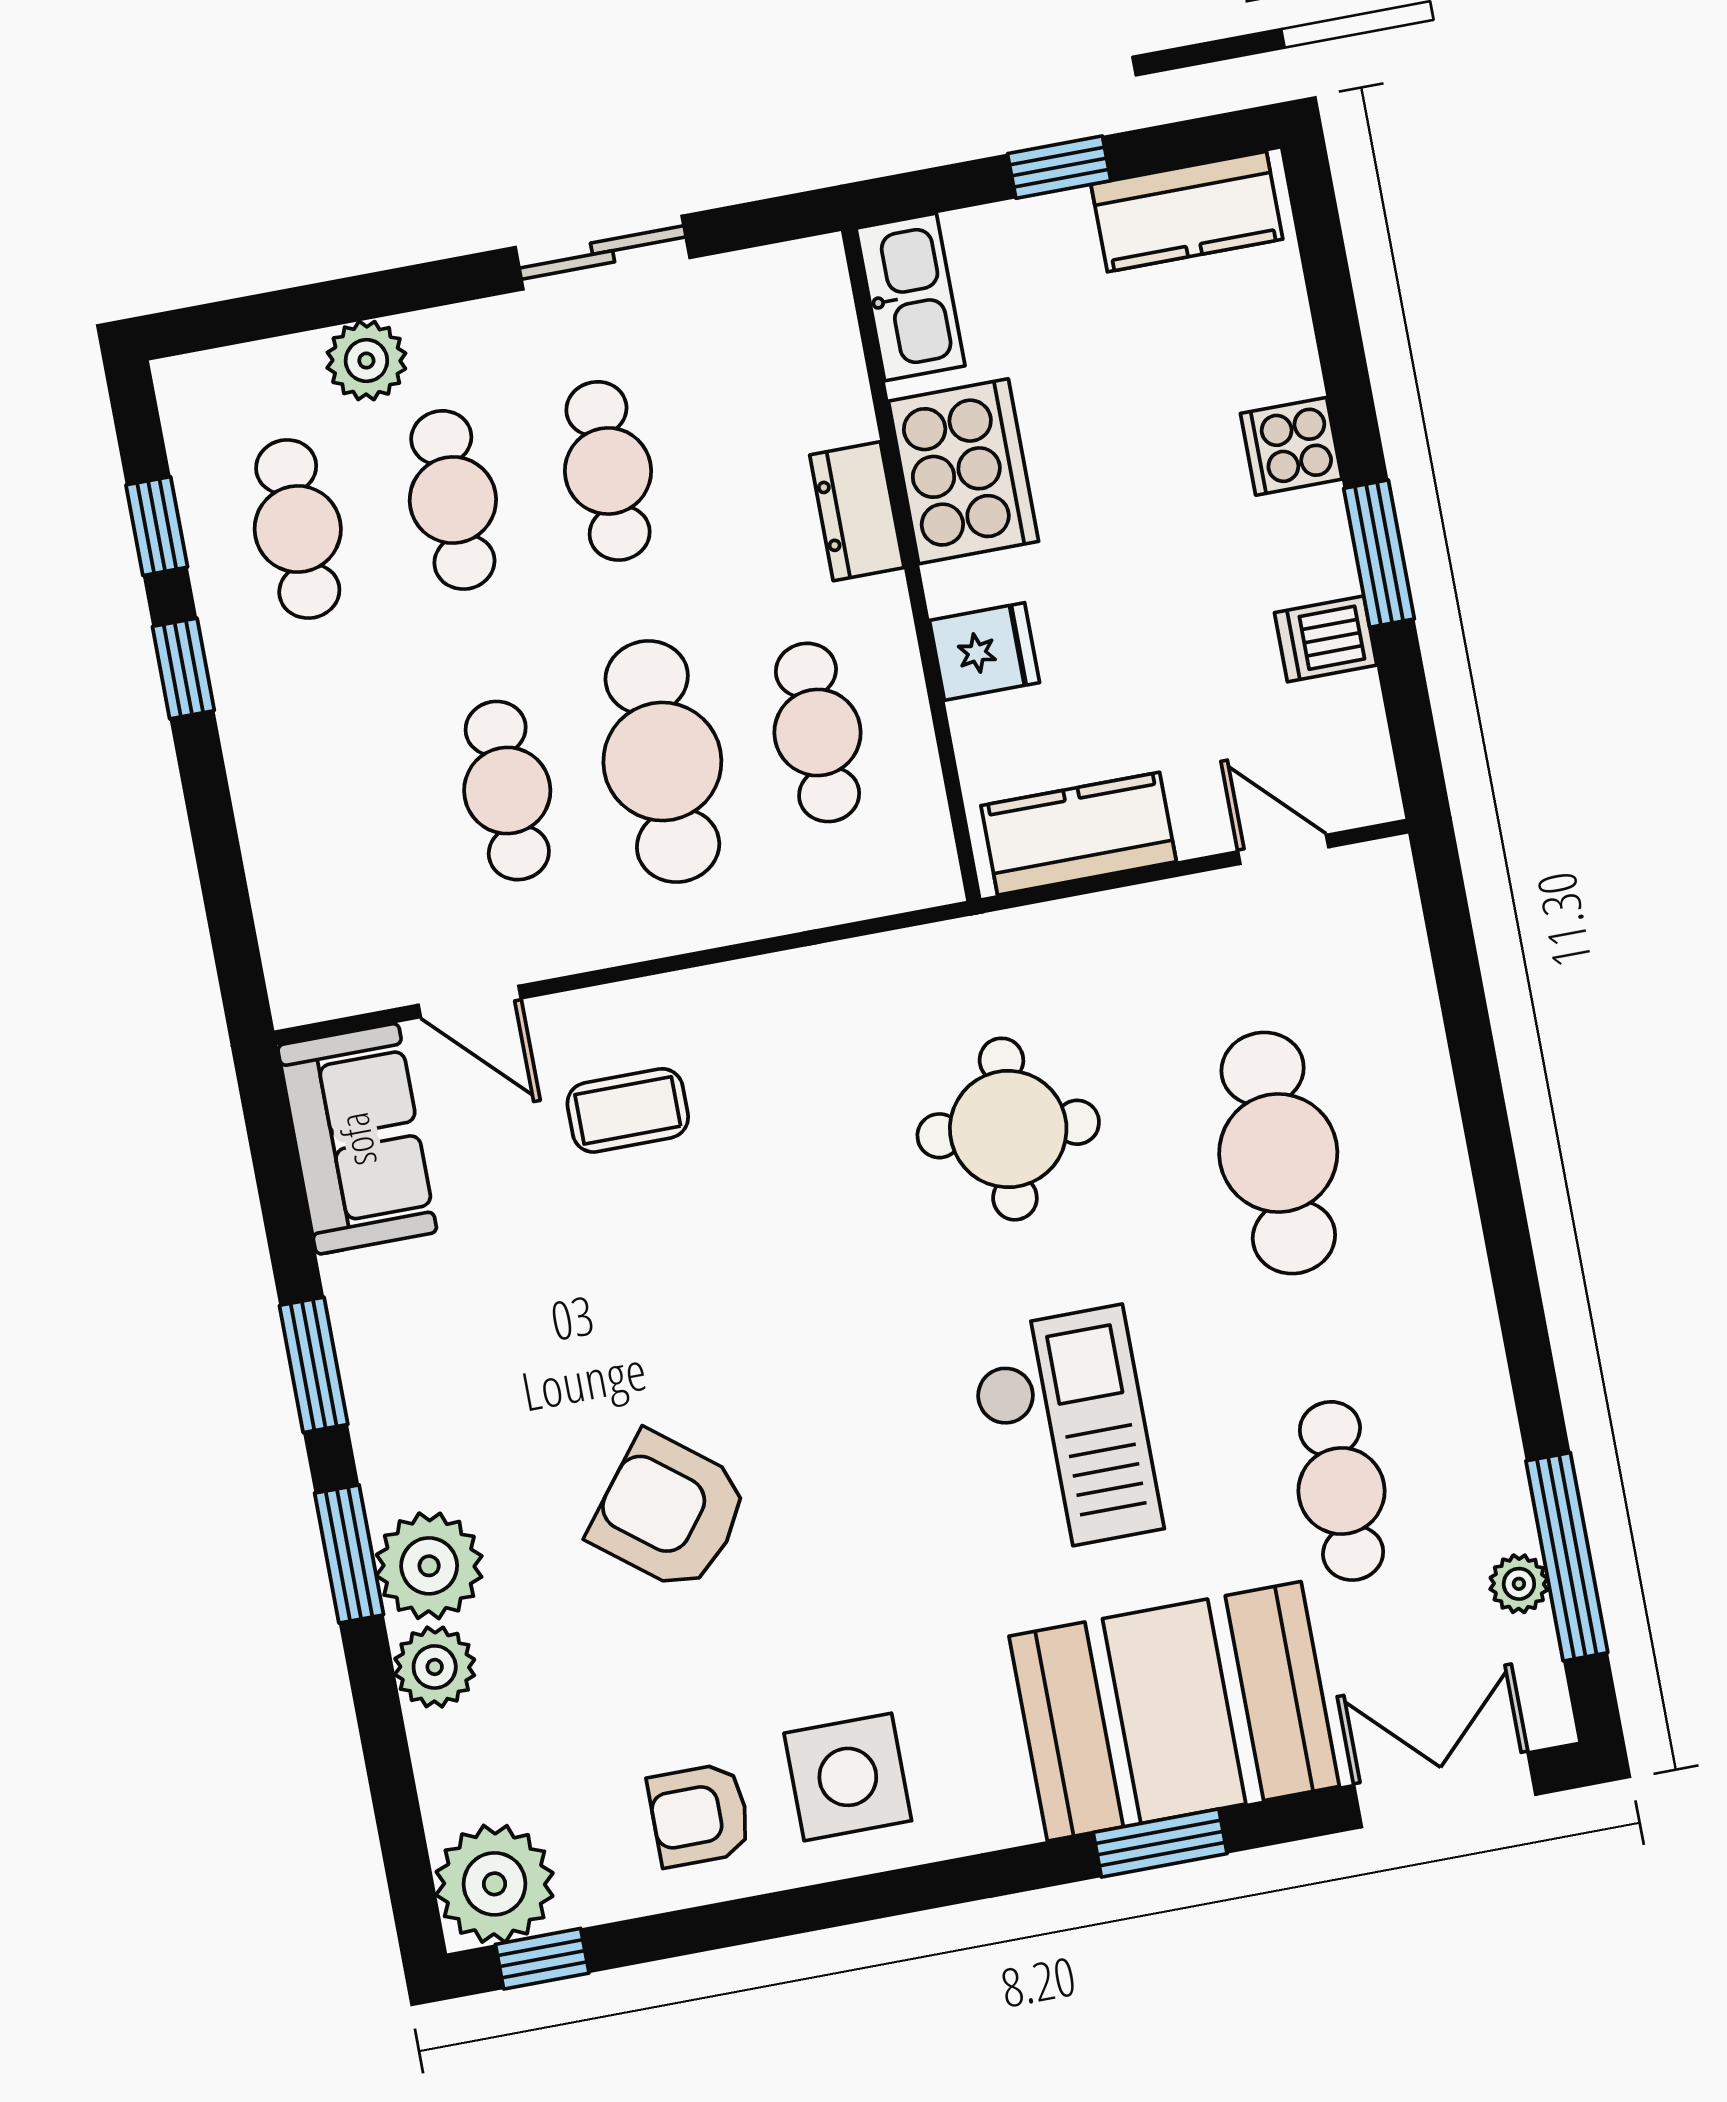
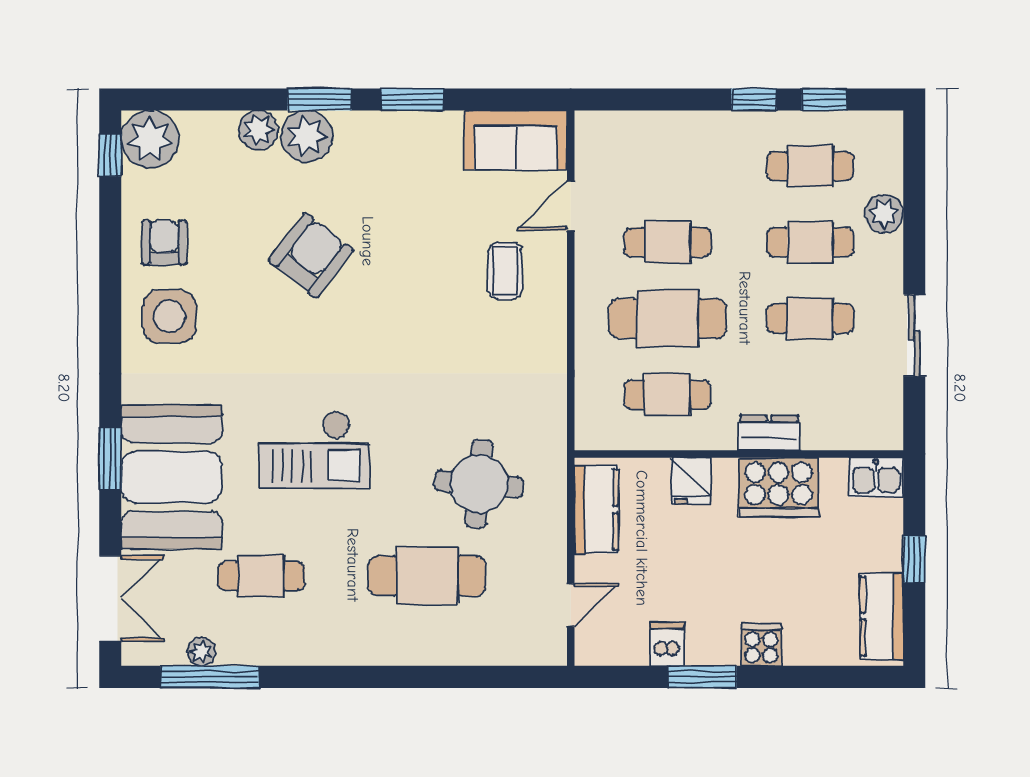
kitchen sink: (910, 297) -> (876, 477), width x0.73
round table: (1008, 1129) -> (479, 484), moved

